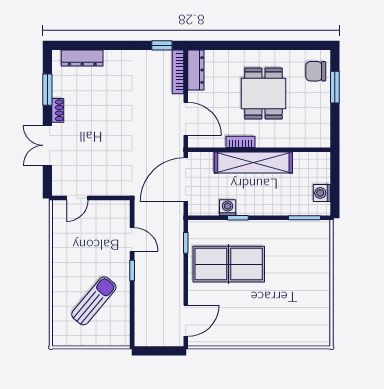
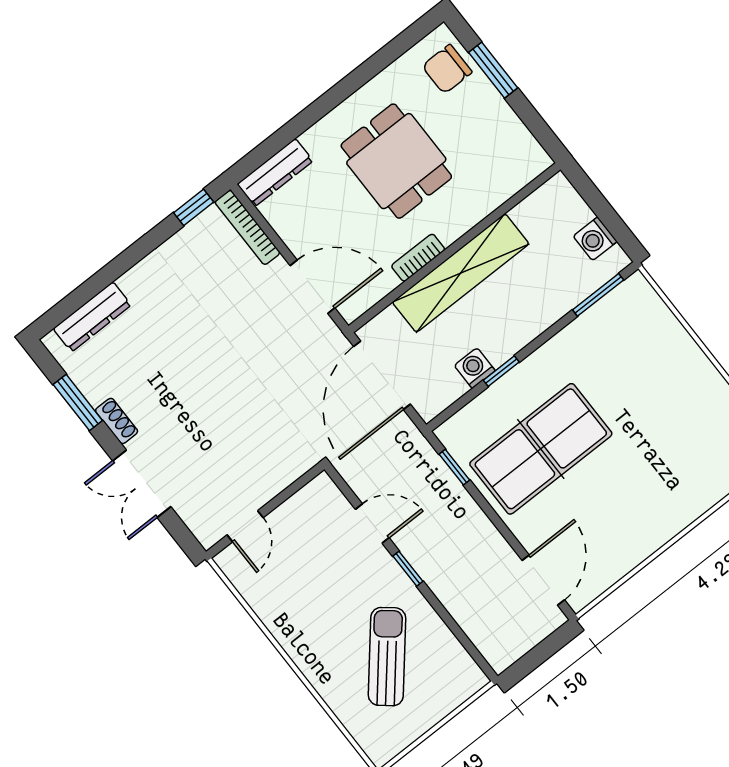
dresser: (196, 70) -> (275, 172), moved, turned 90

